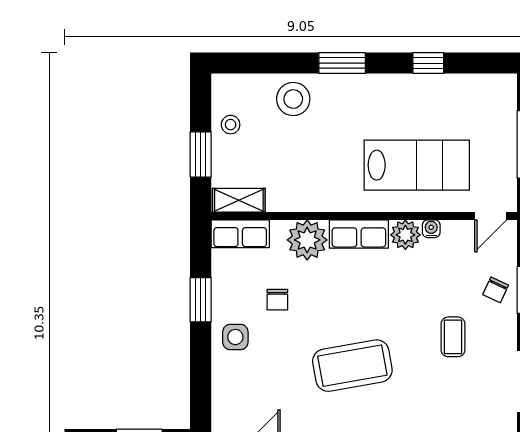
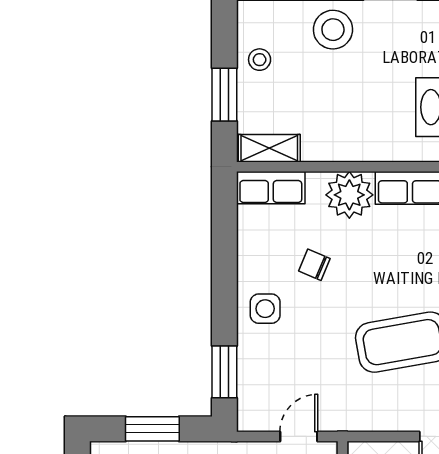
window: (201, 300) -> (224, 372), moved
chair: (277, 300) -> (314, 265), turned 113

